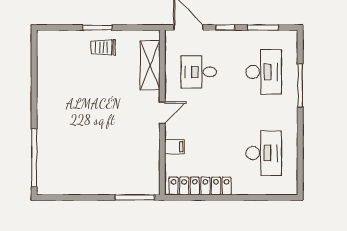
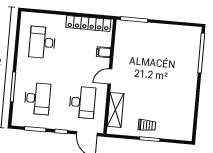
desk: (199, 72) -> (82, 102), width x1.37
desk: (264, 72) -> (37, 98), turned 180

